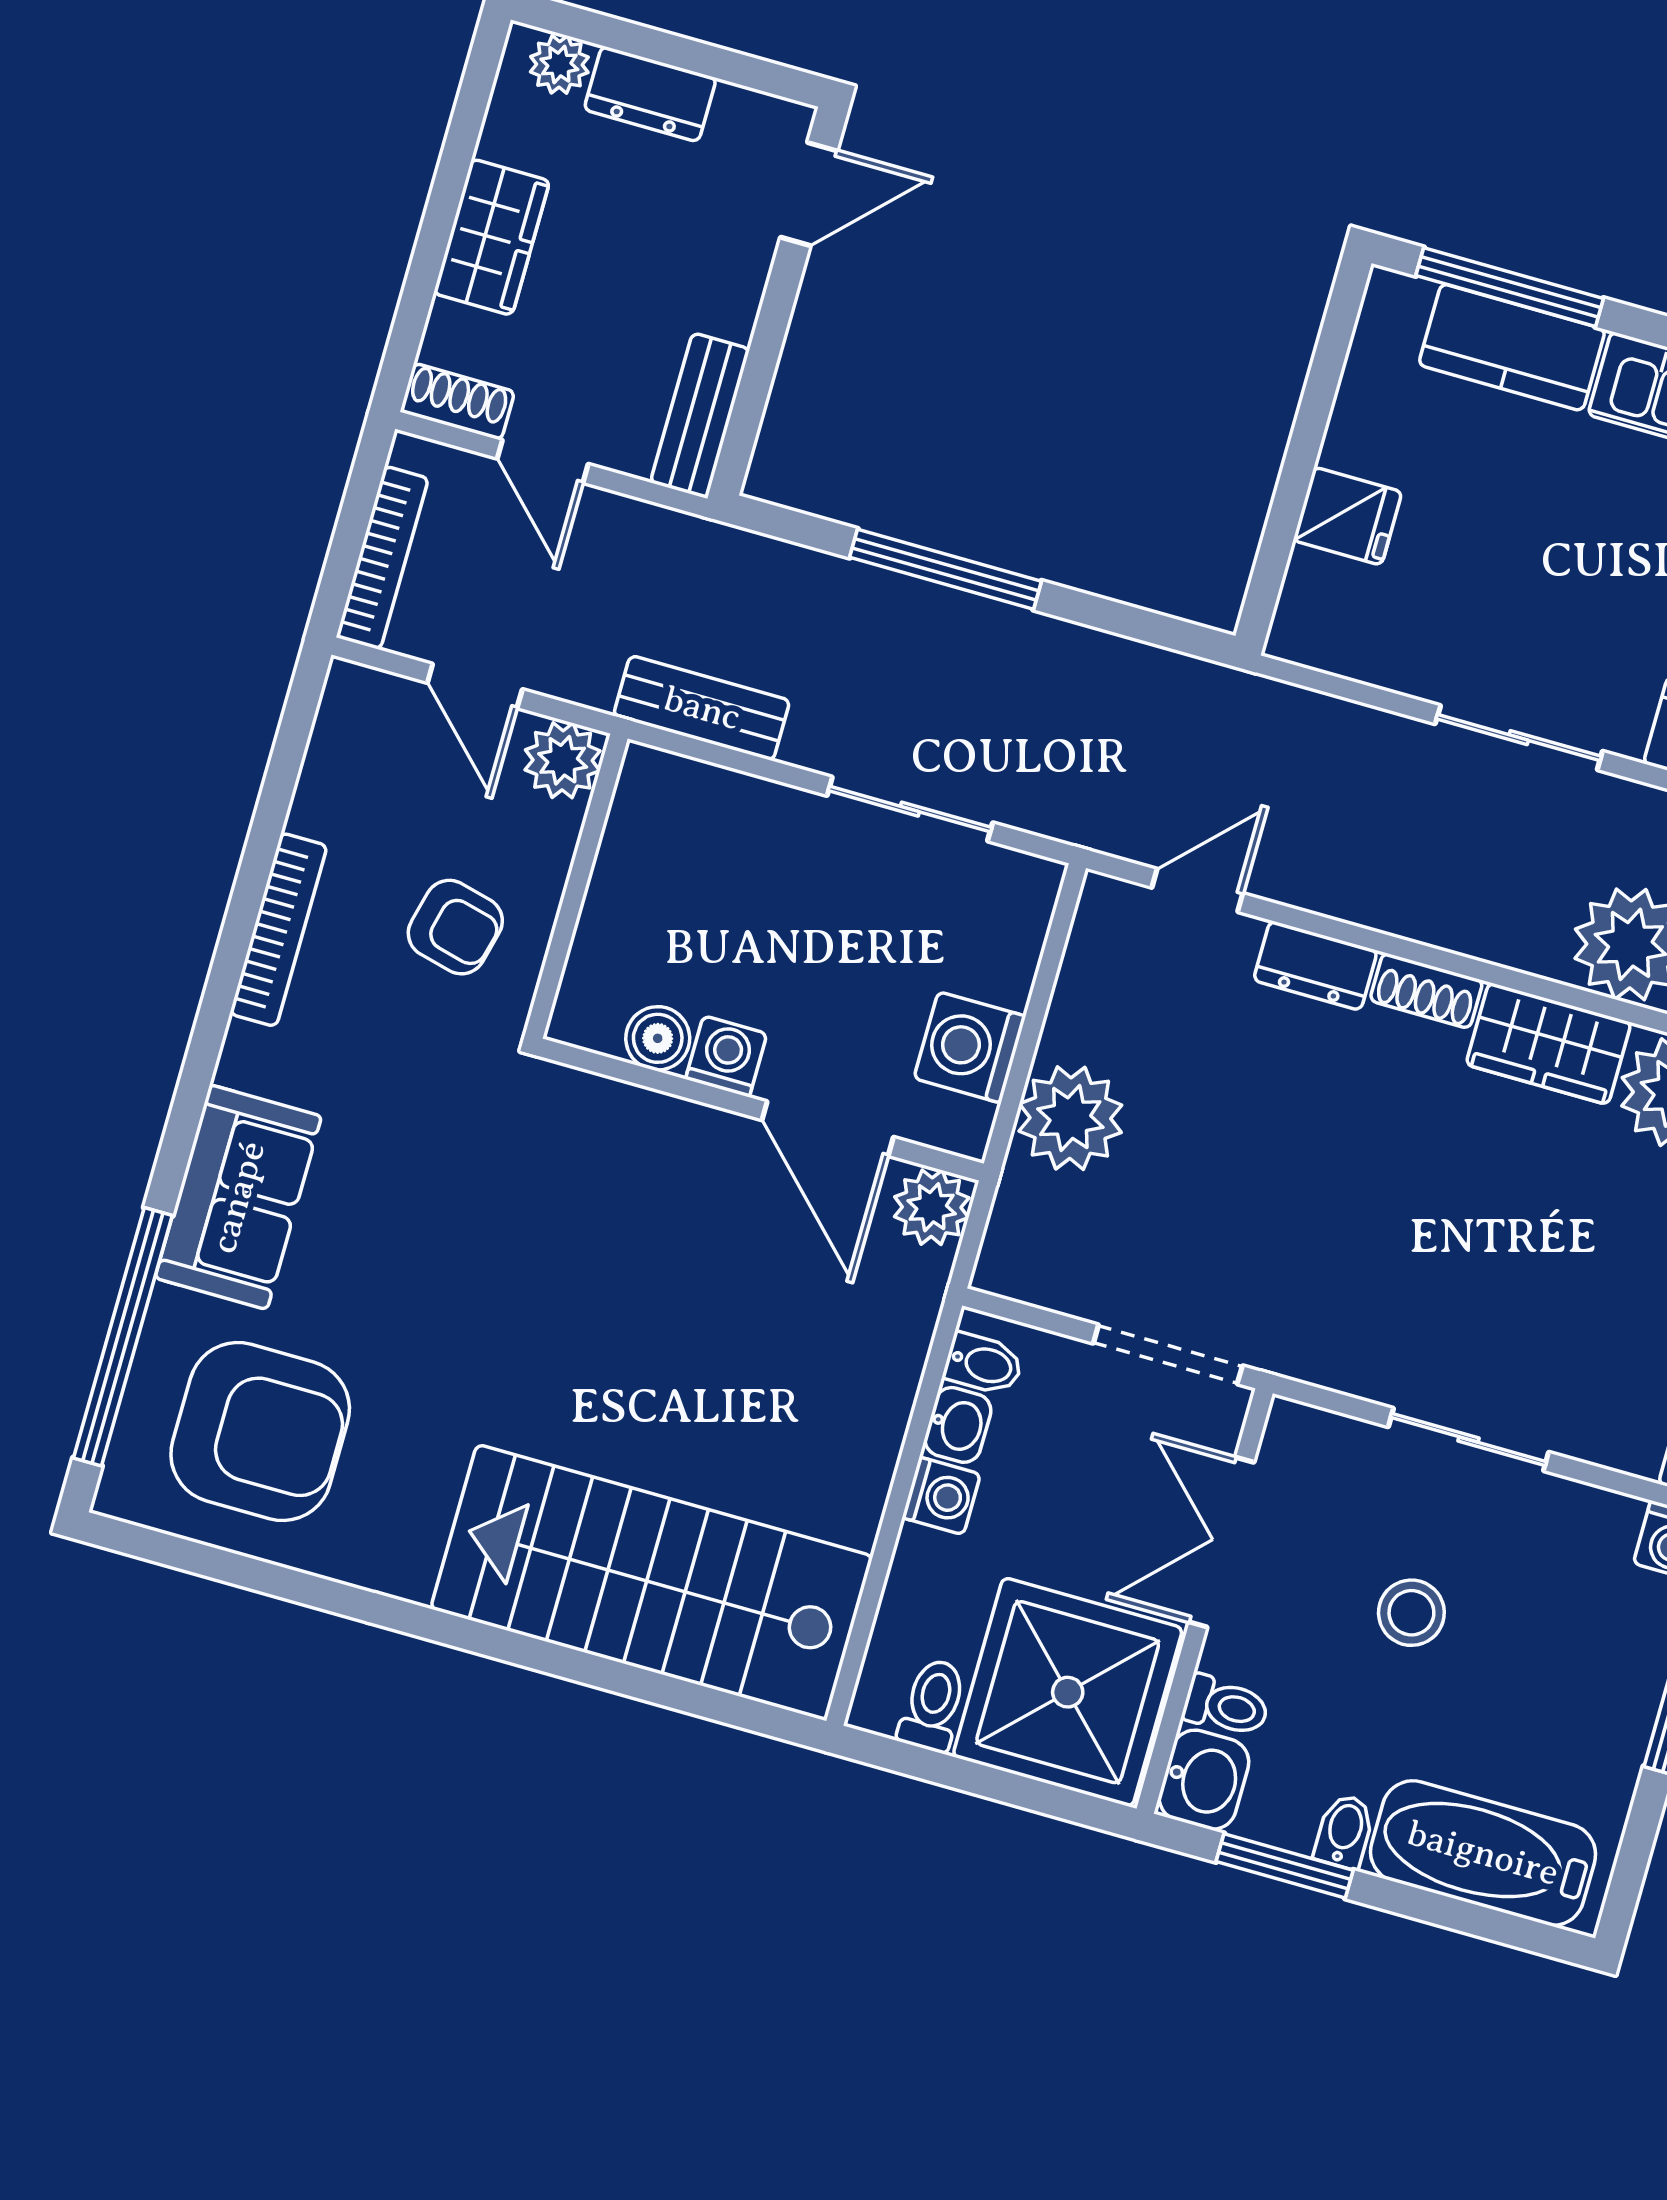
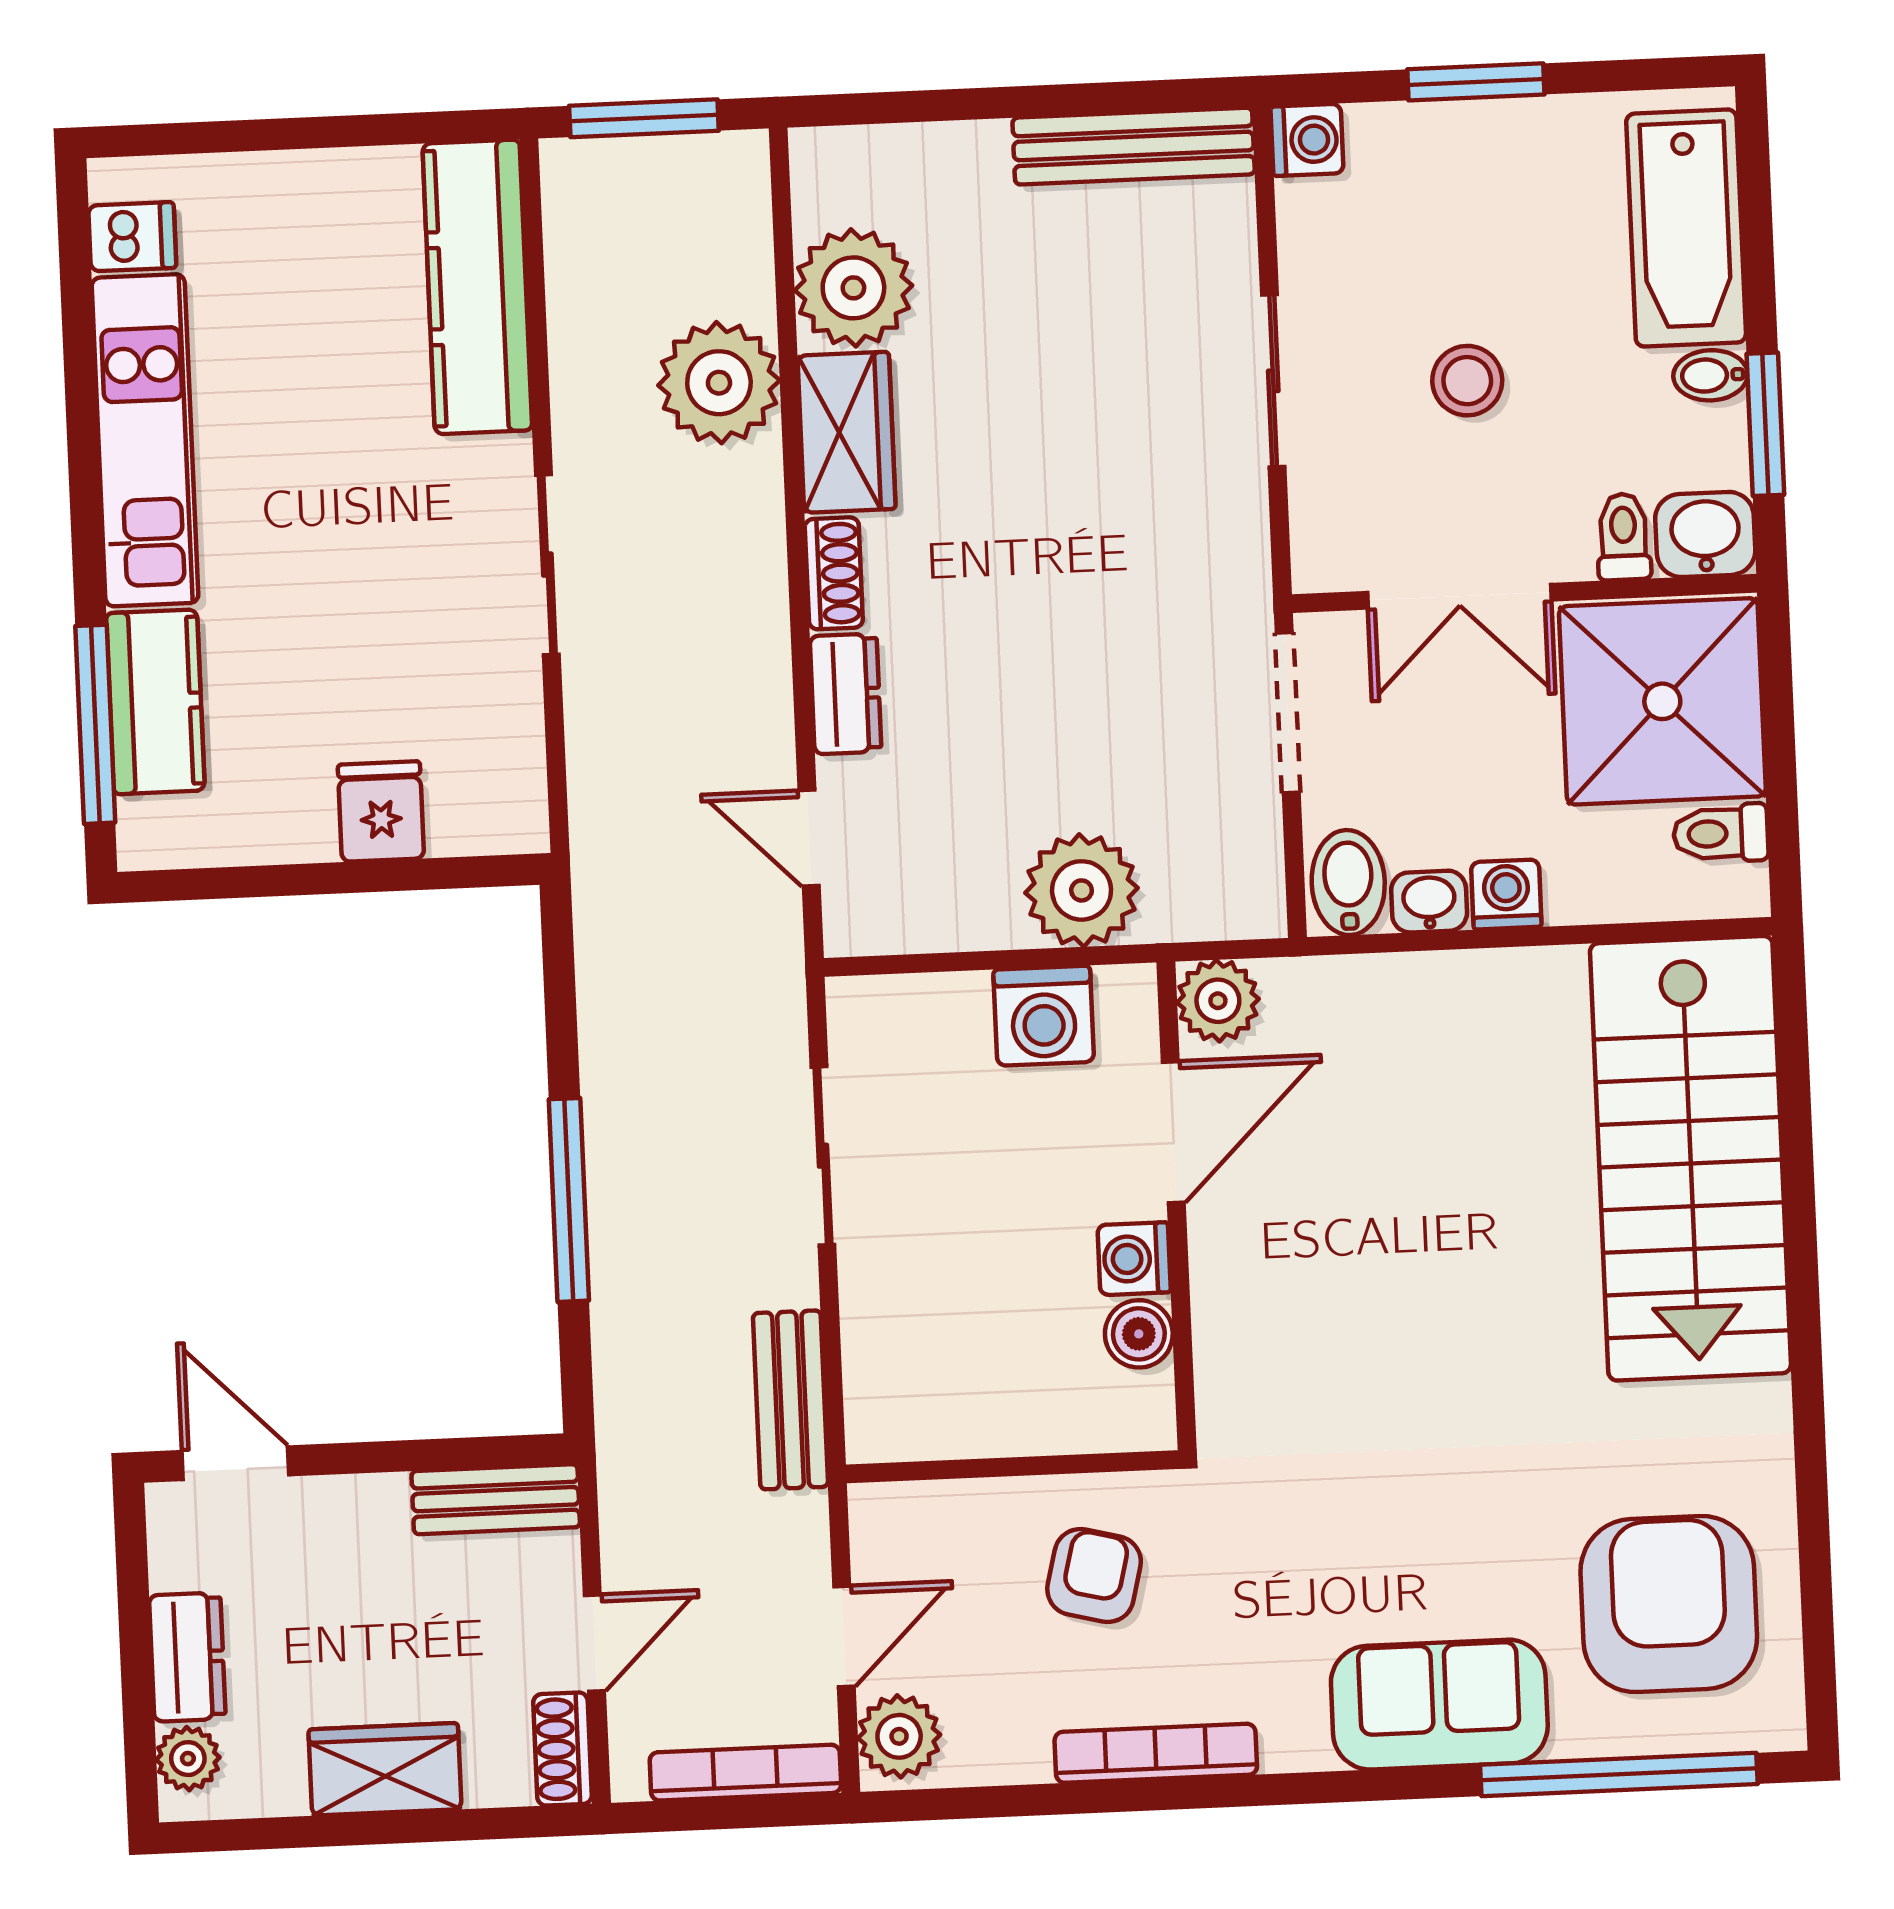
plant: (563, 760) -> (899, 1736), moved
bidet: (983, 1364) -> (1348, 883), width x1.38, depth x1.36

